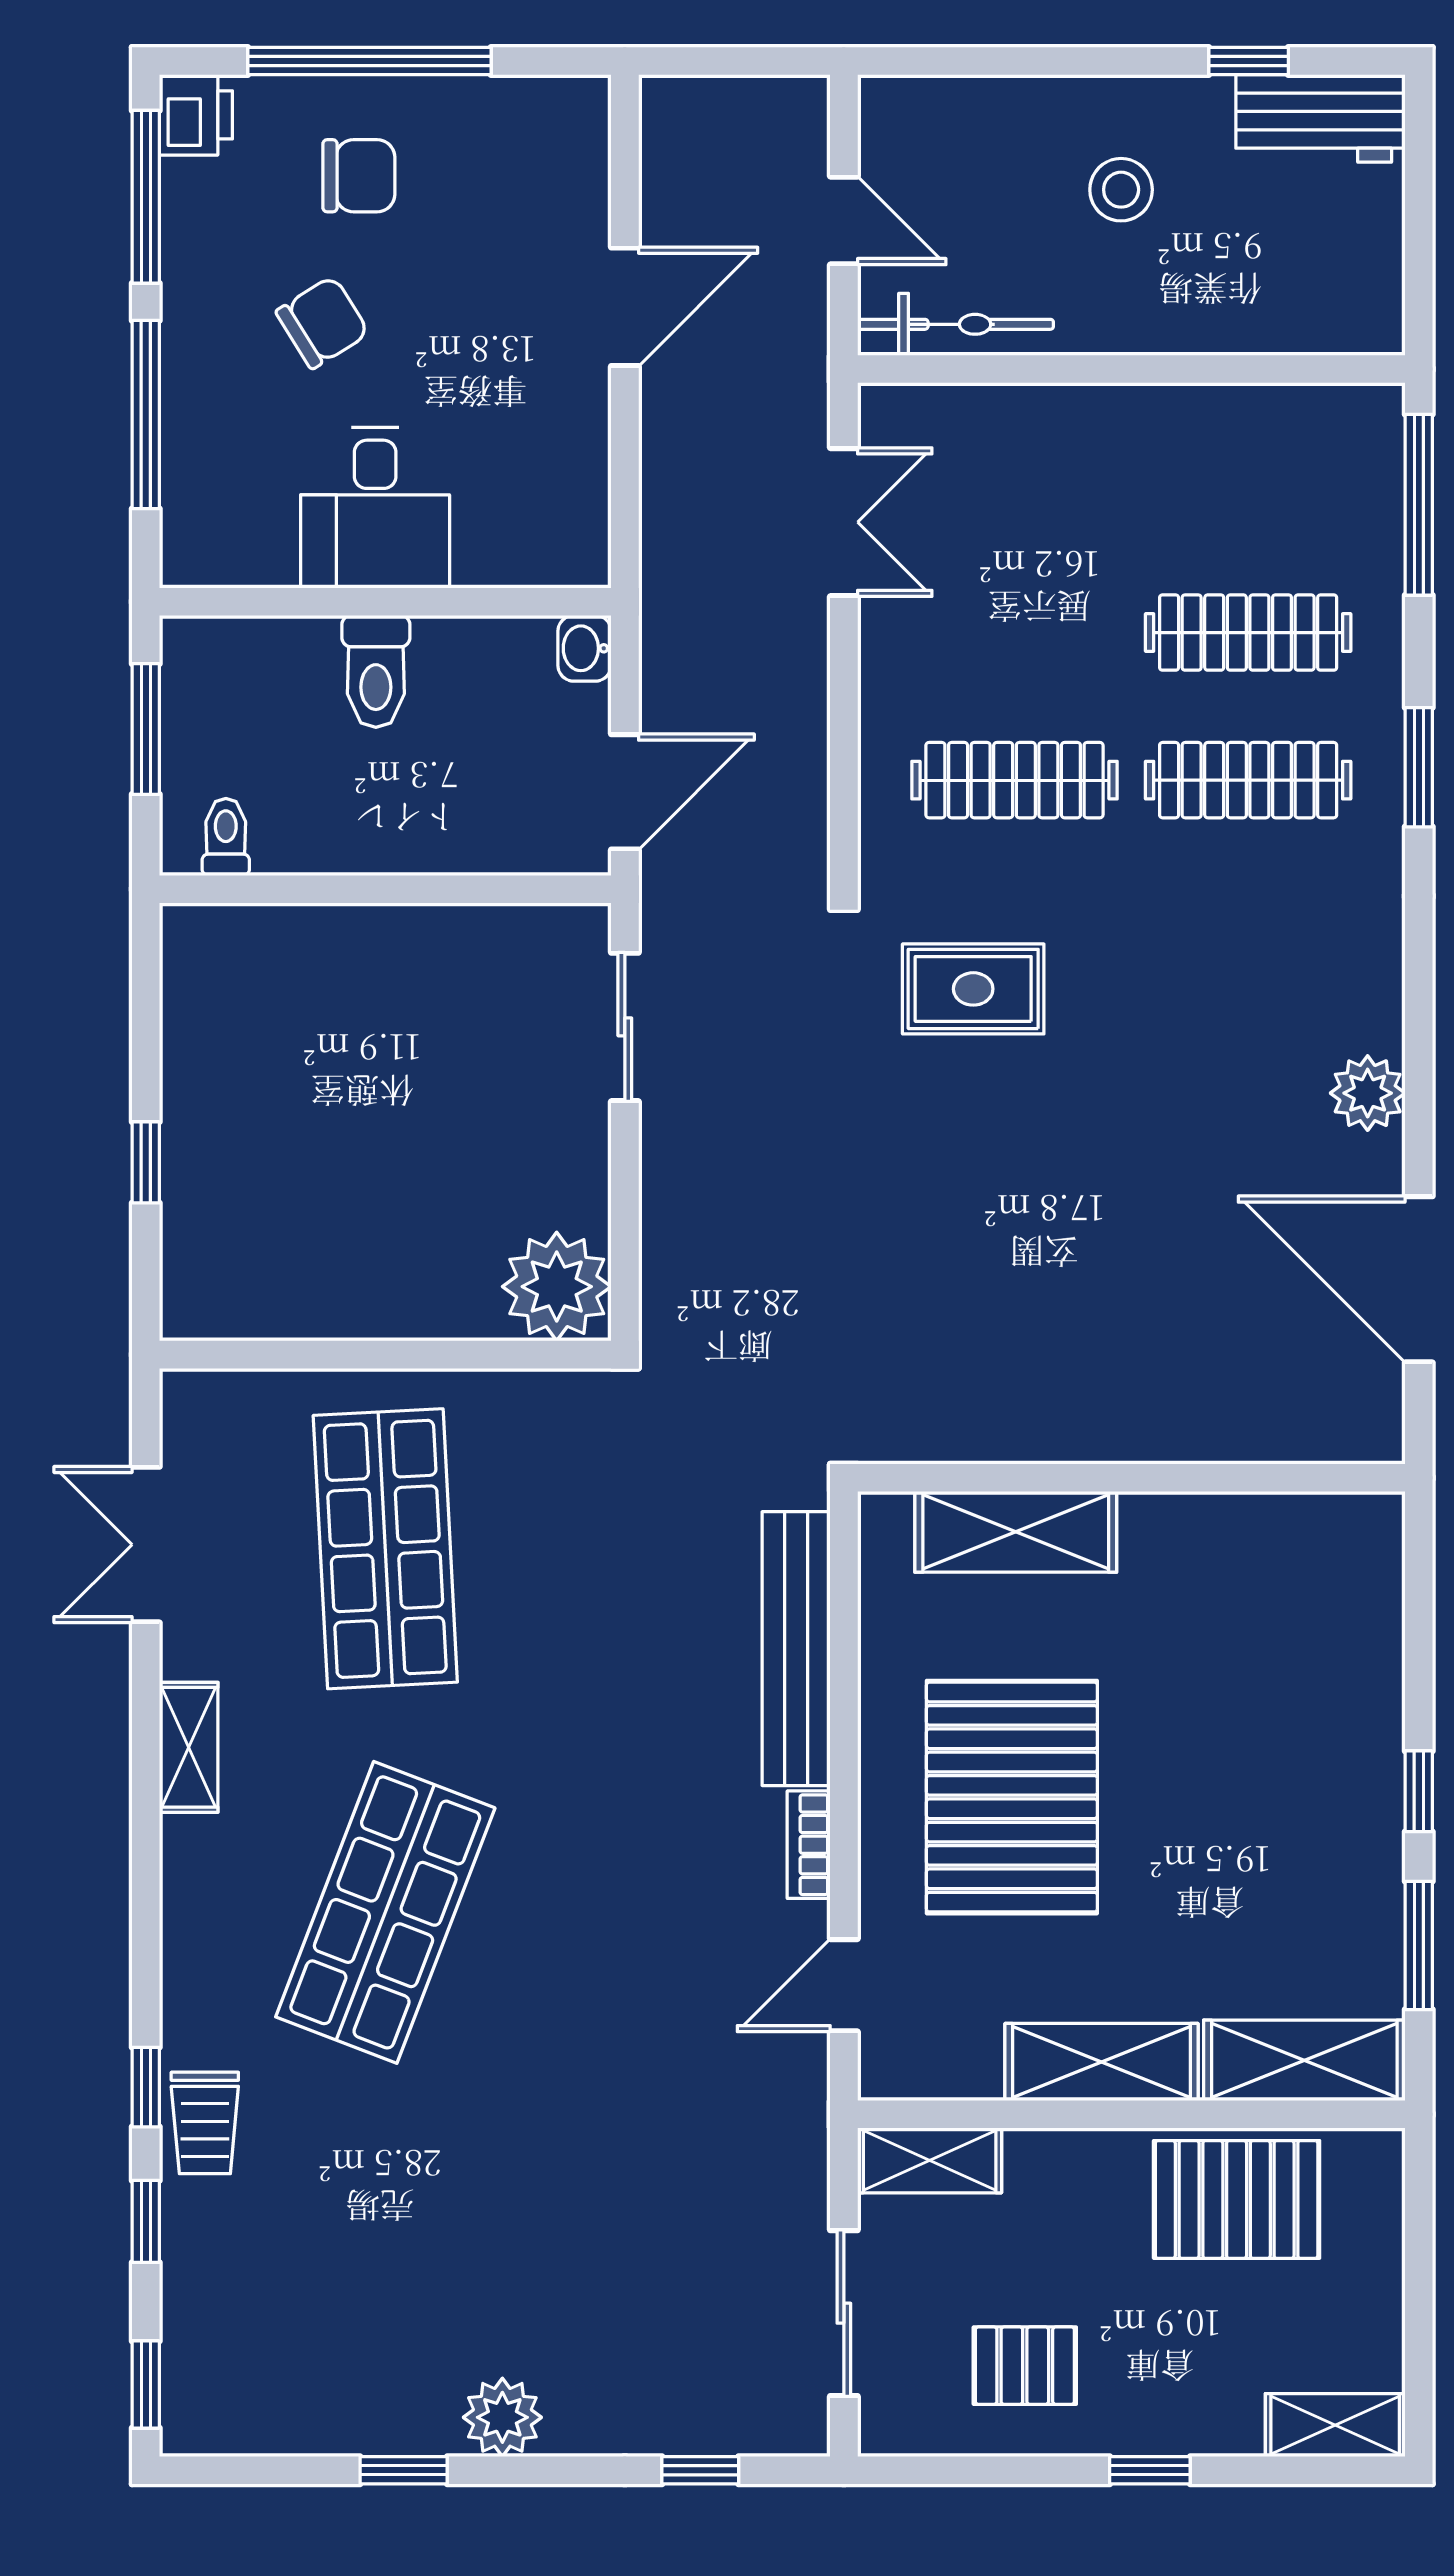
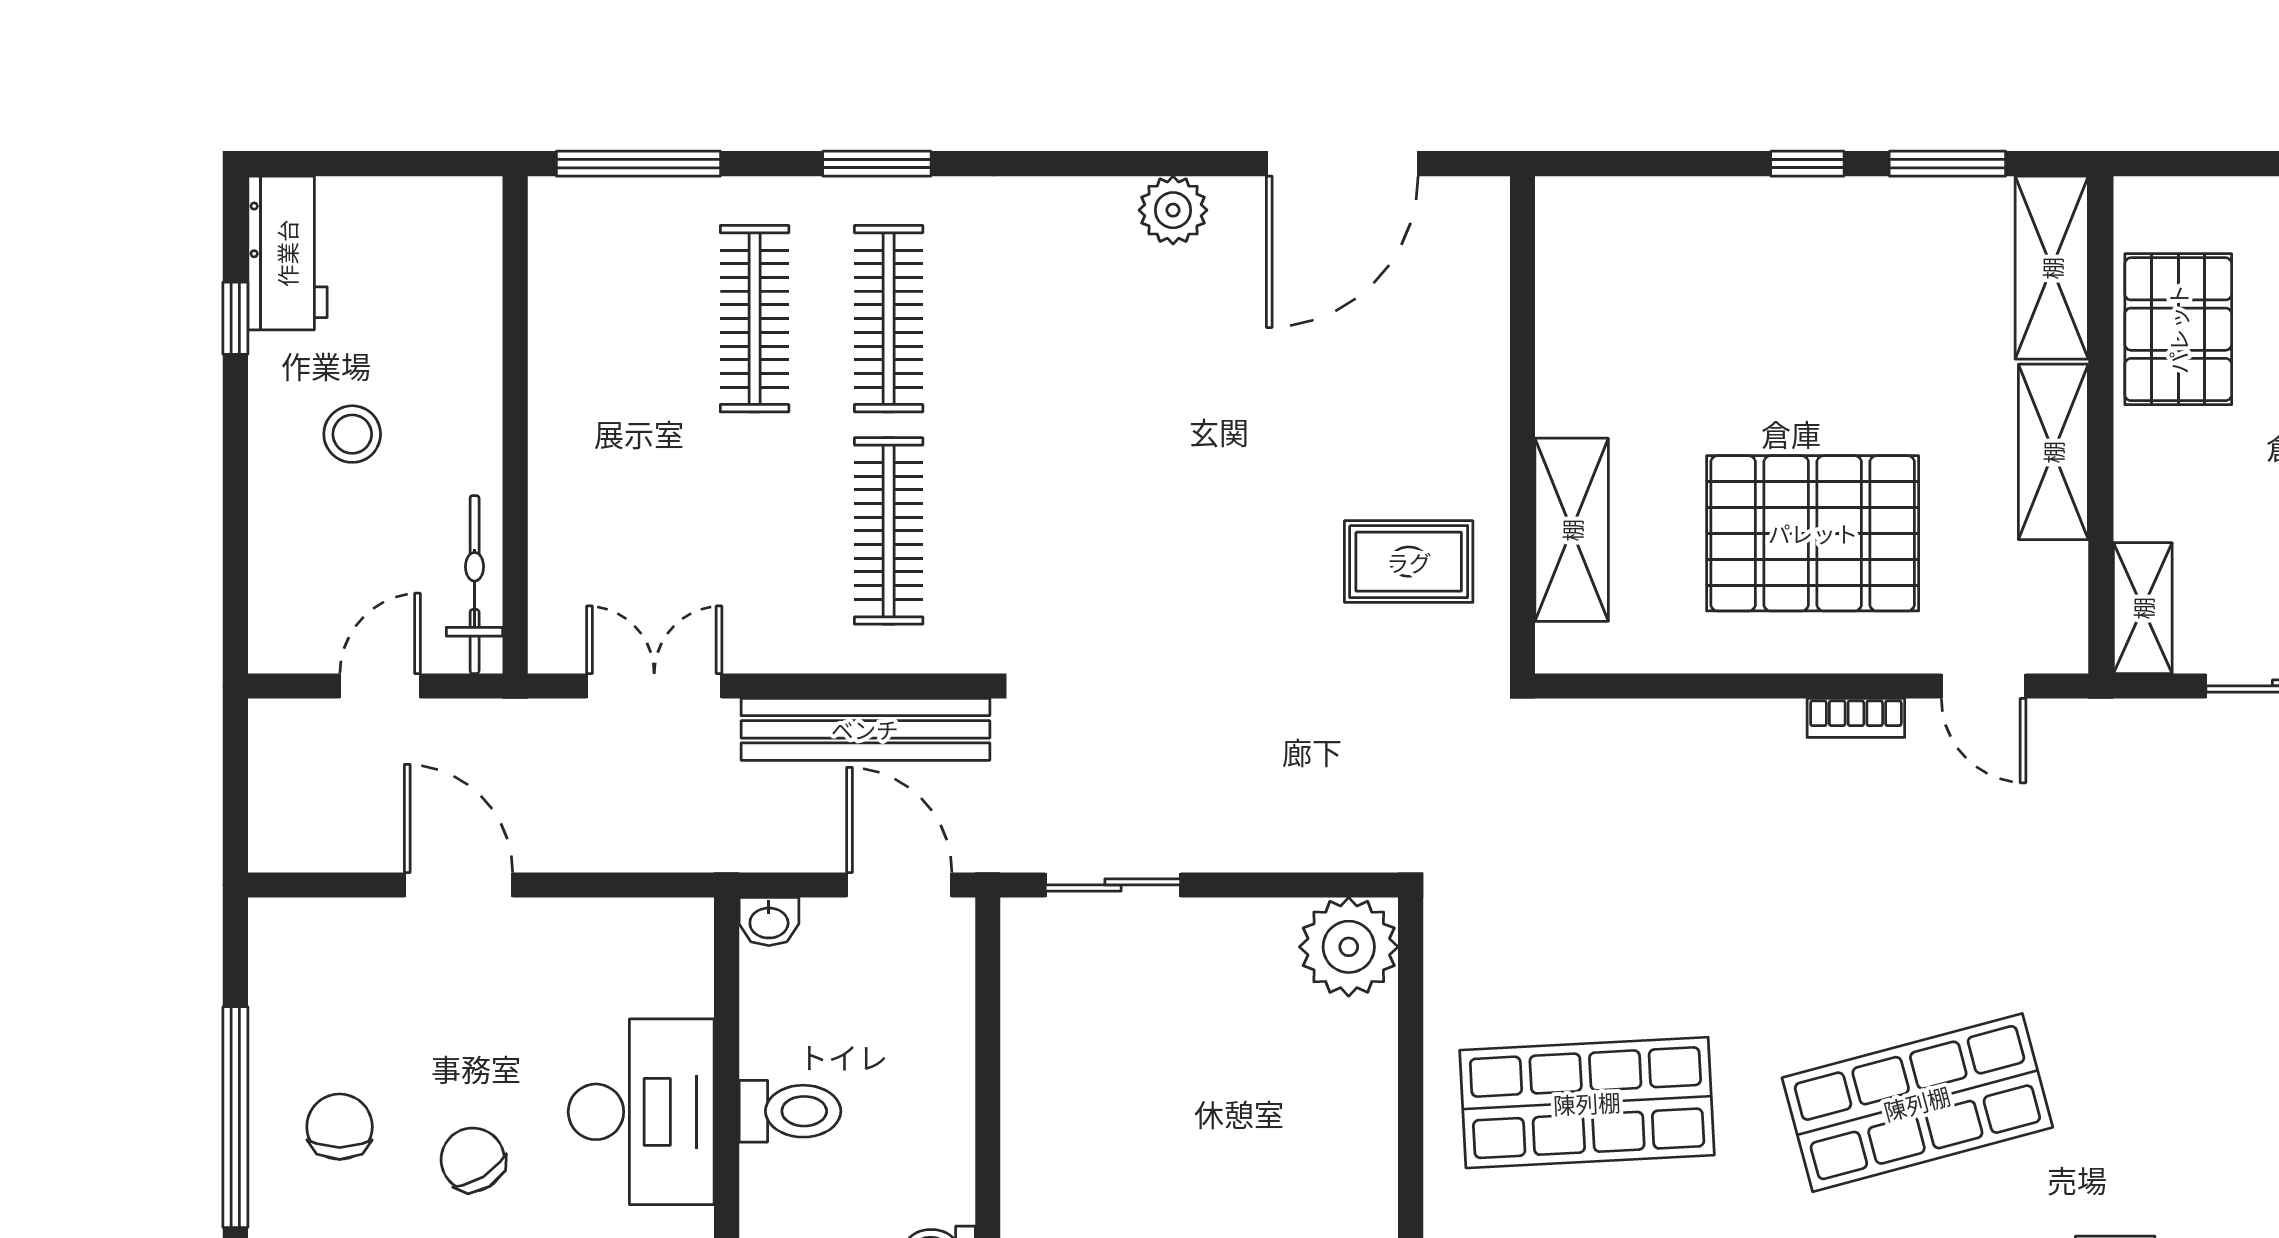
desk: (375, 508) -> (641, 1112), width x1.37
rug: (973, 989) -> (1409, 562), moved, turned 90
bench: (796, 1649) -> (865, 729), moved
shop shelf: (385, 1912) -> (1917, 1103), turned -36

